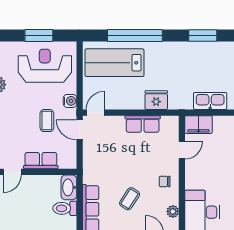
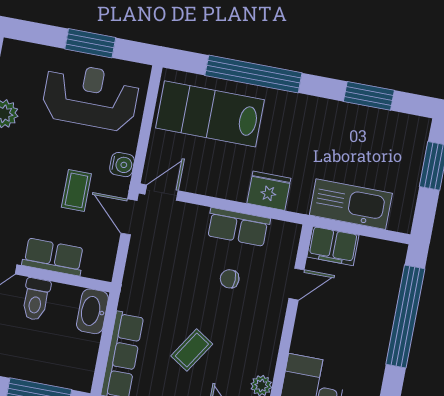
kitchen sink: (210, 101) -> (351, 204), width x1.36, depth x1.24
chair: (165, 181) -> (230, 279), moved
toilet: (65, 208) -> (36, 299), moved, turned -90

